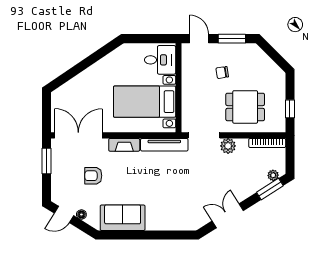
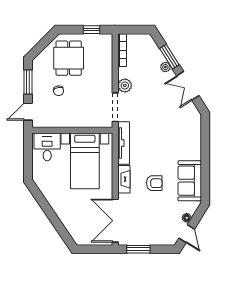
dining table: (245, 107) -> (69, 58), moved
plant: (273, 175) -> (165, 67), moved
armchair: (93, 176) -> (154, 183), moved, turned -90
window: (270, 189) -> (169, 57), moved

